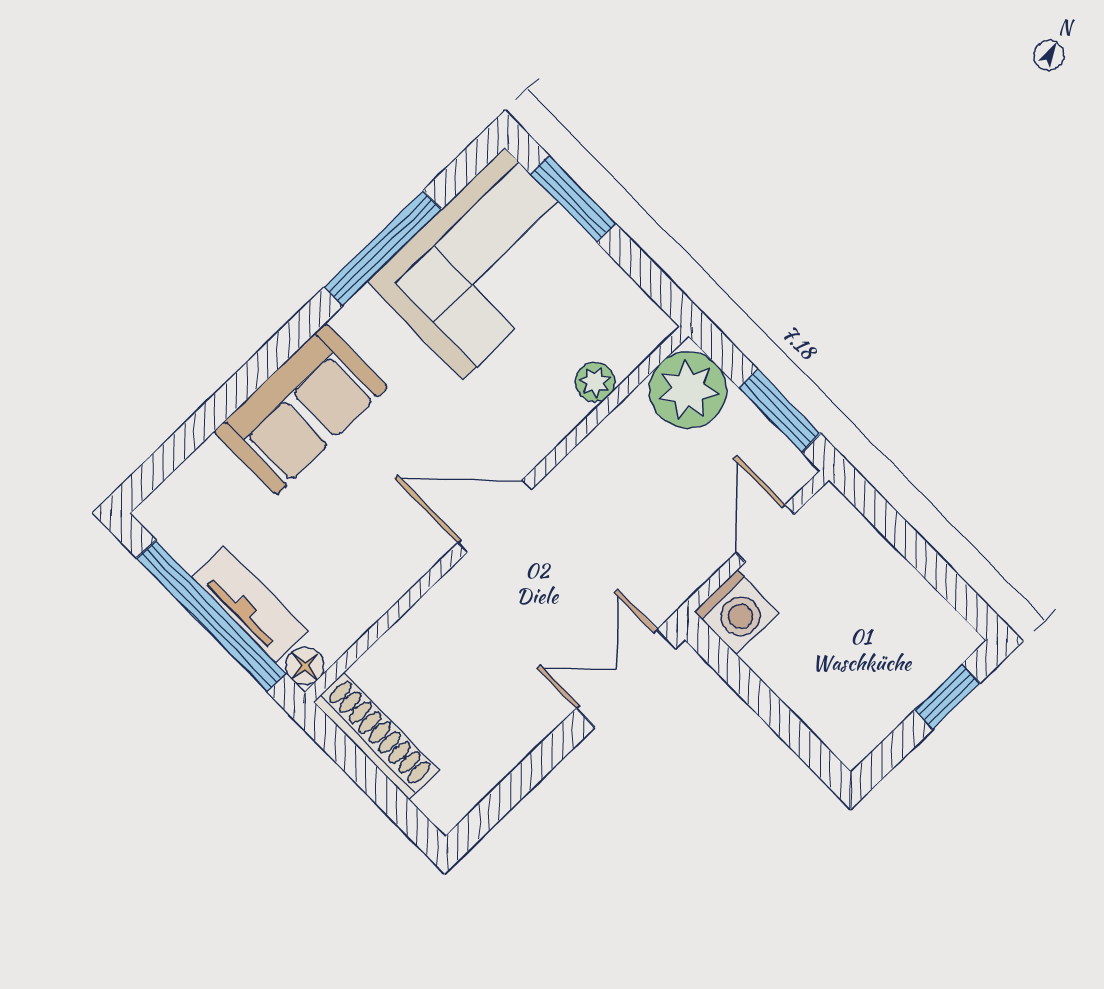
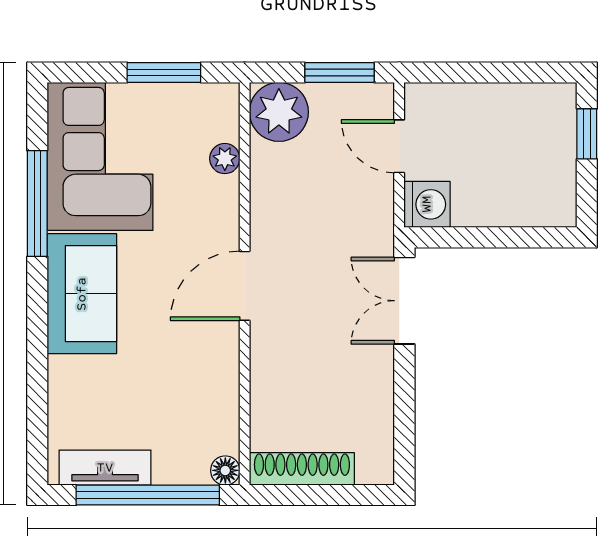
window: (573, 199) -> (164, 72), moved
sofa: (301, 409) -> (82, 294), moved
tv unit: (250, 604) -> (105, 468), moved

